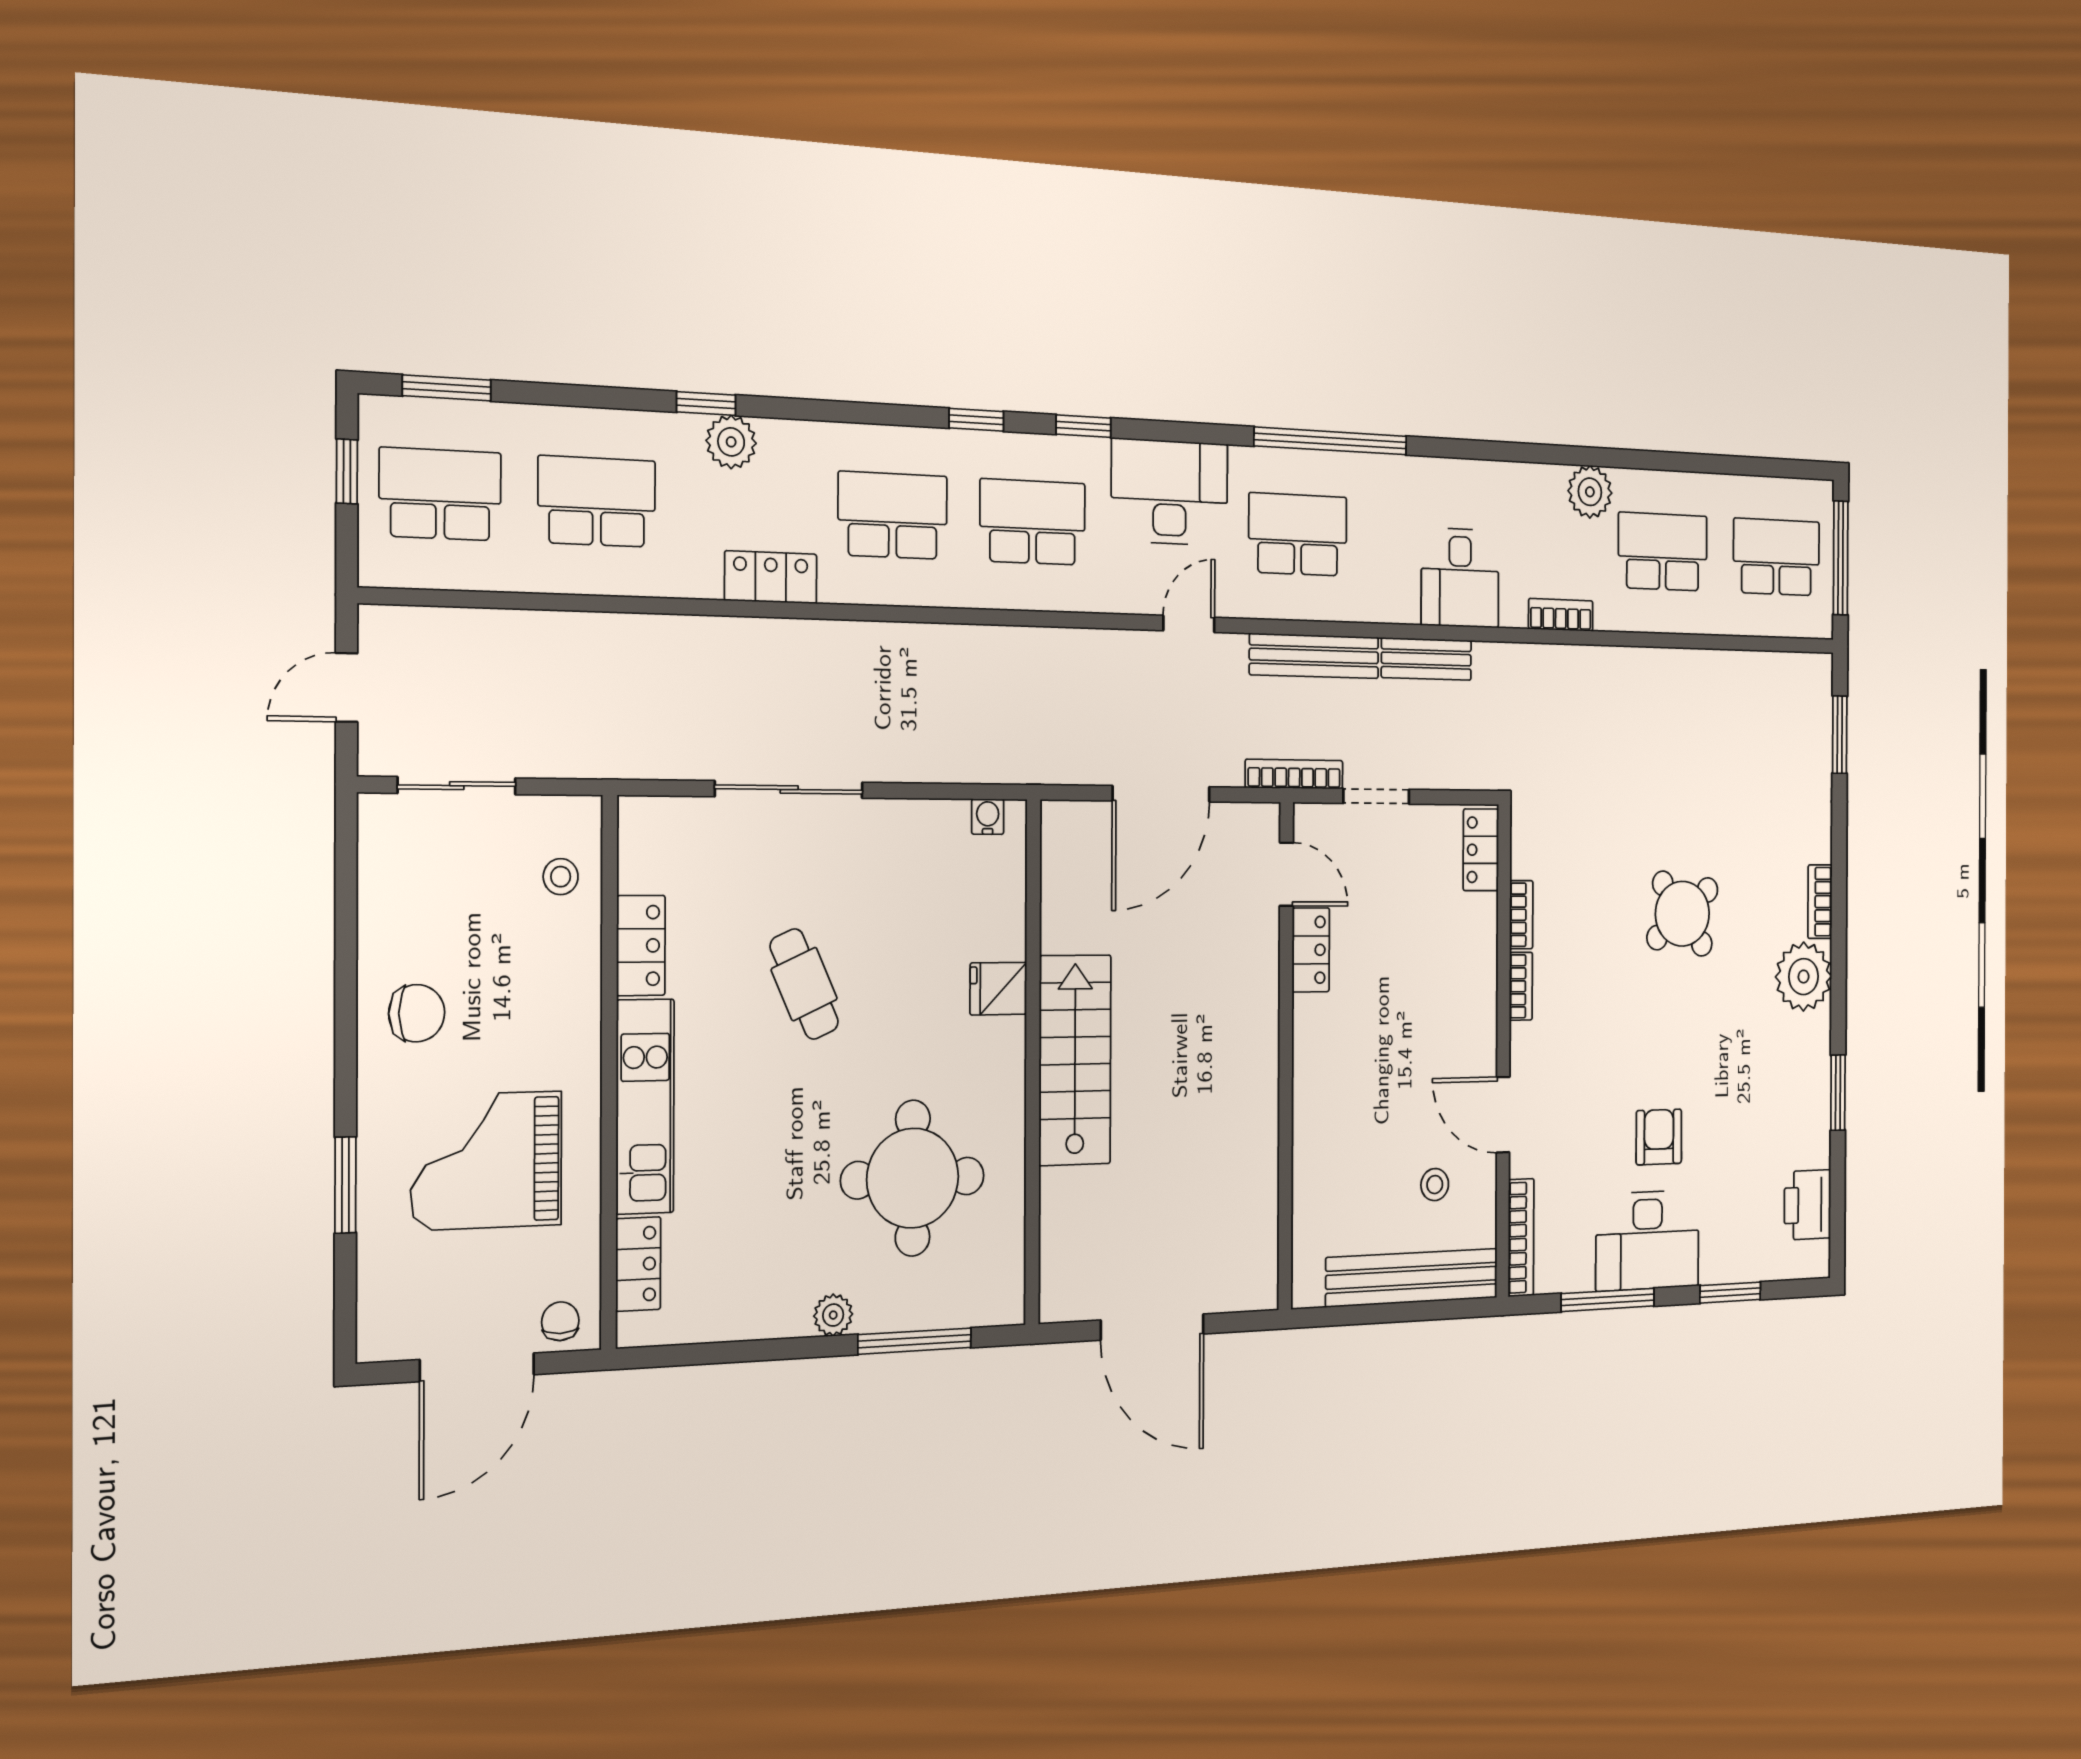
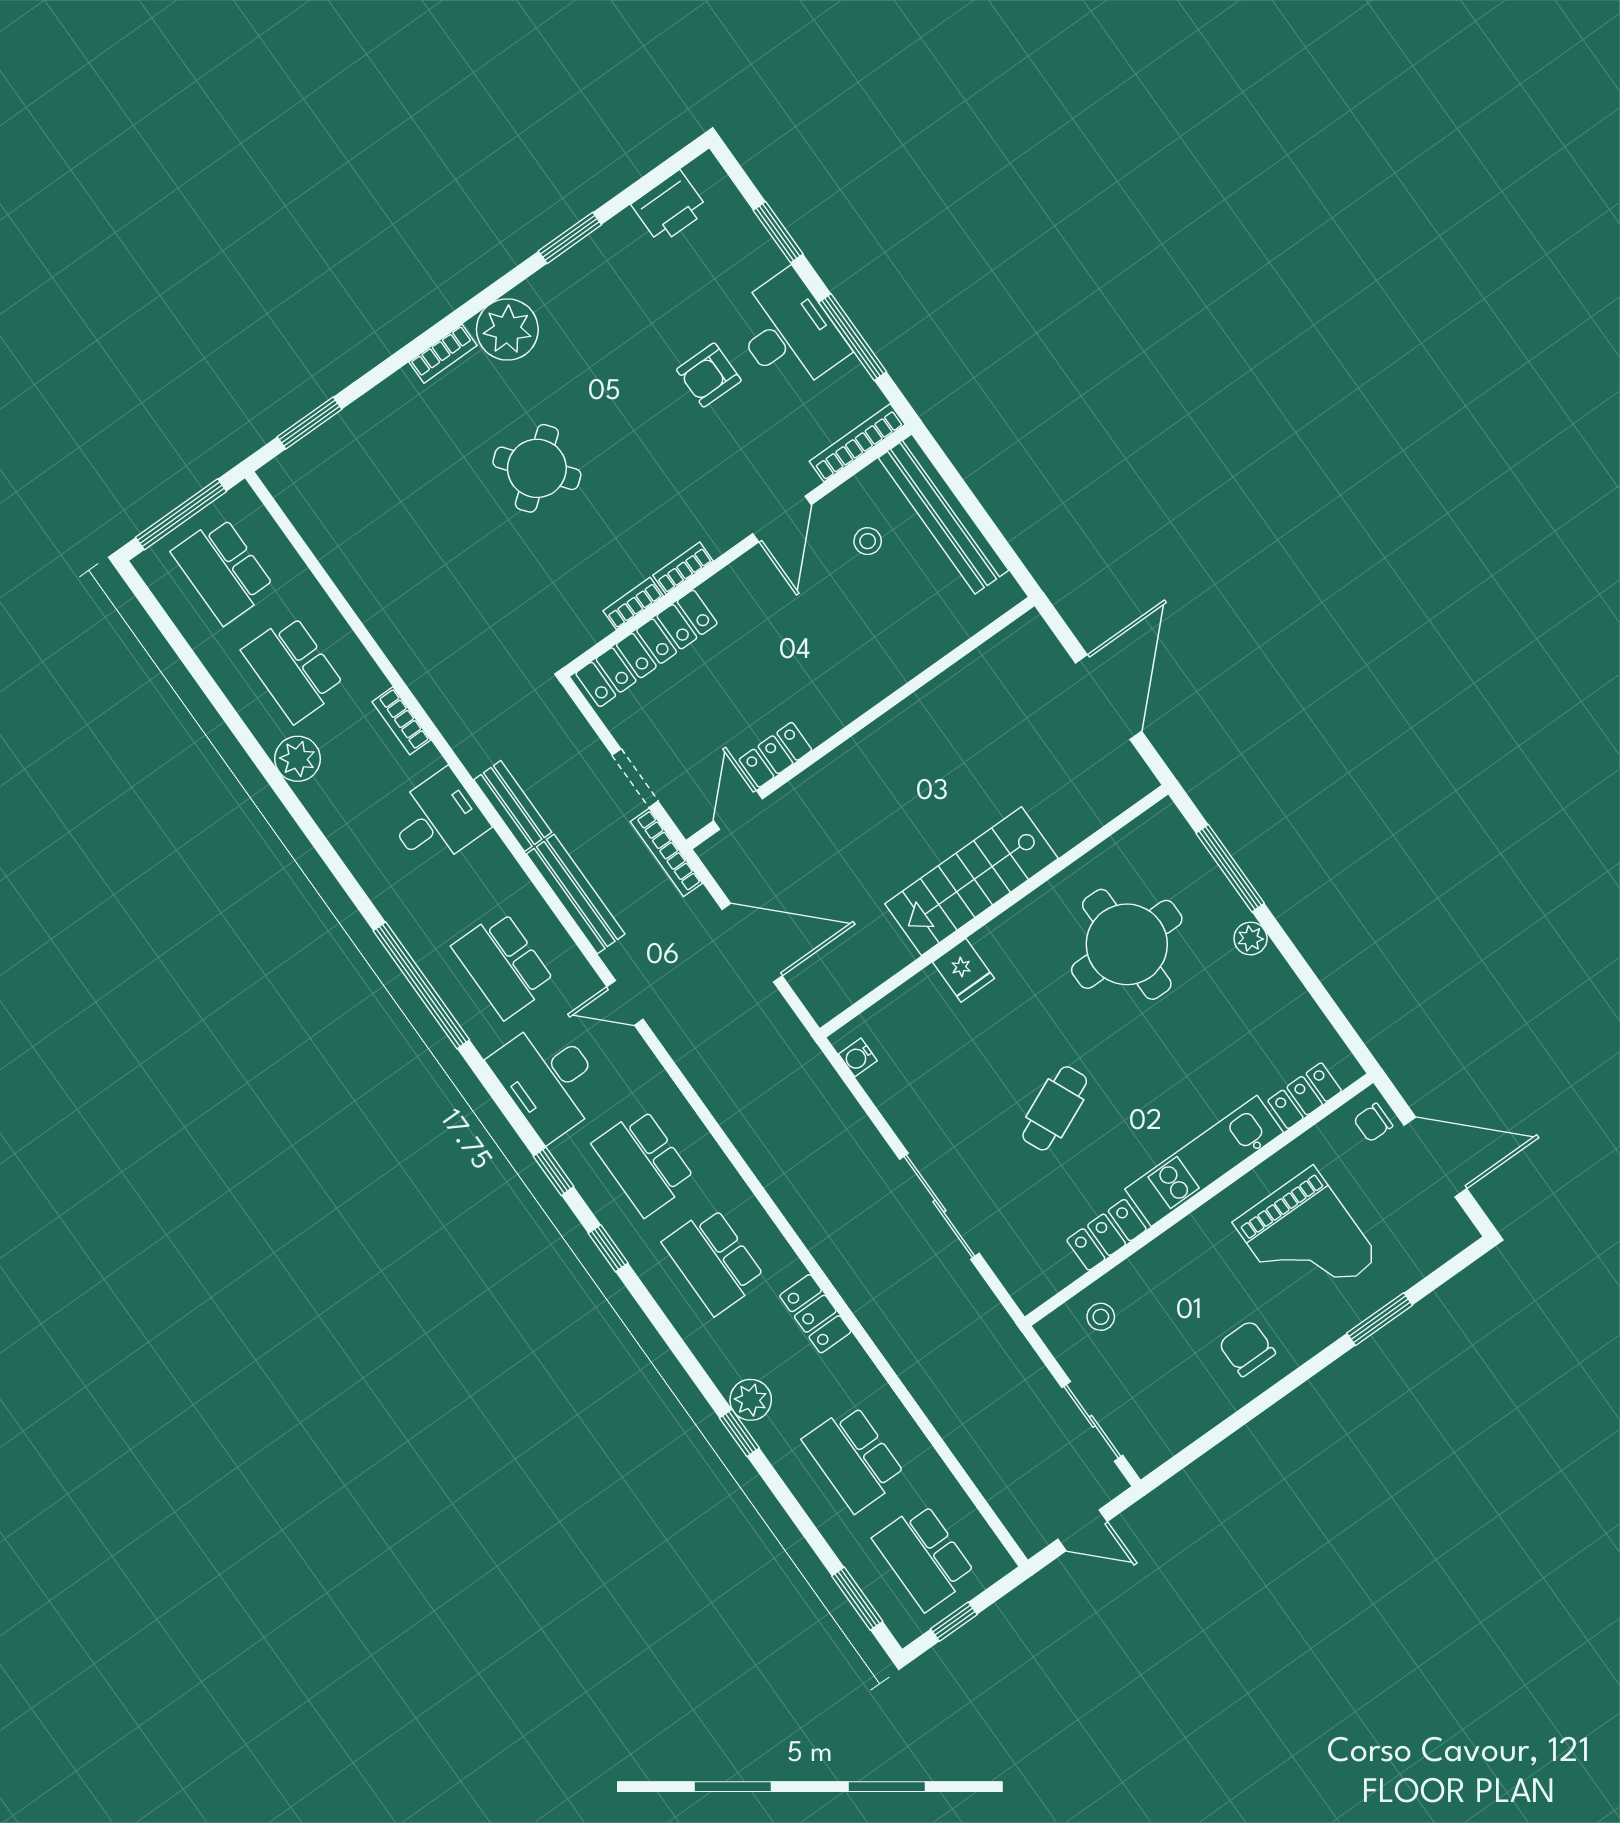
locker: (1481, 850) -> (646, 648), width x2.16, depth x1.21

